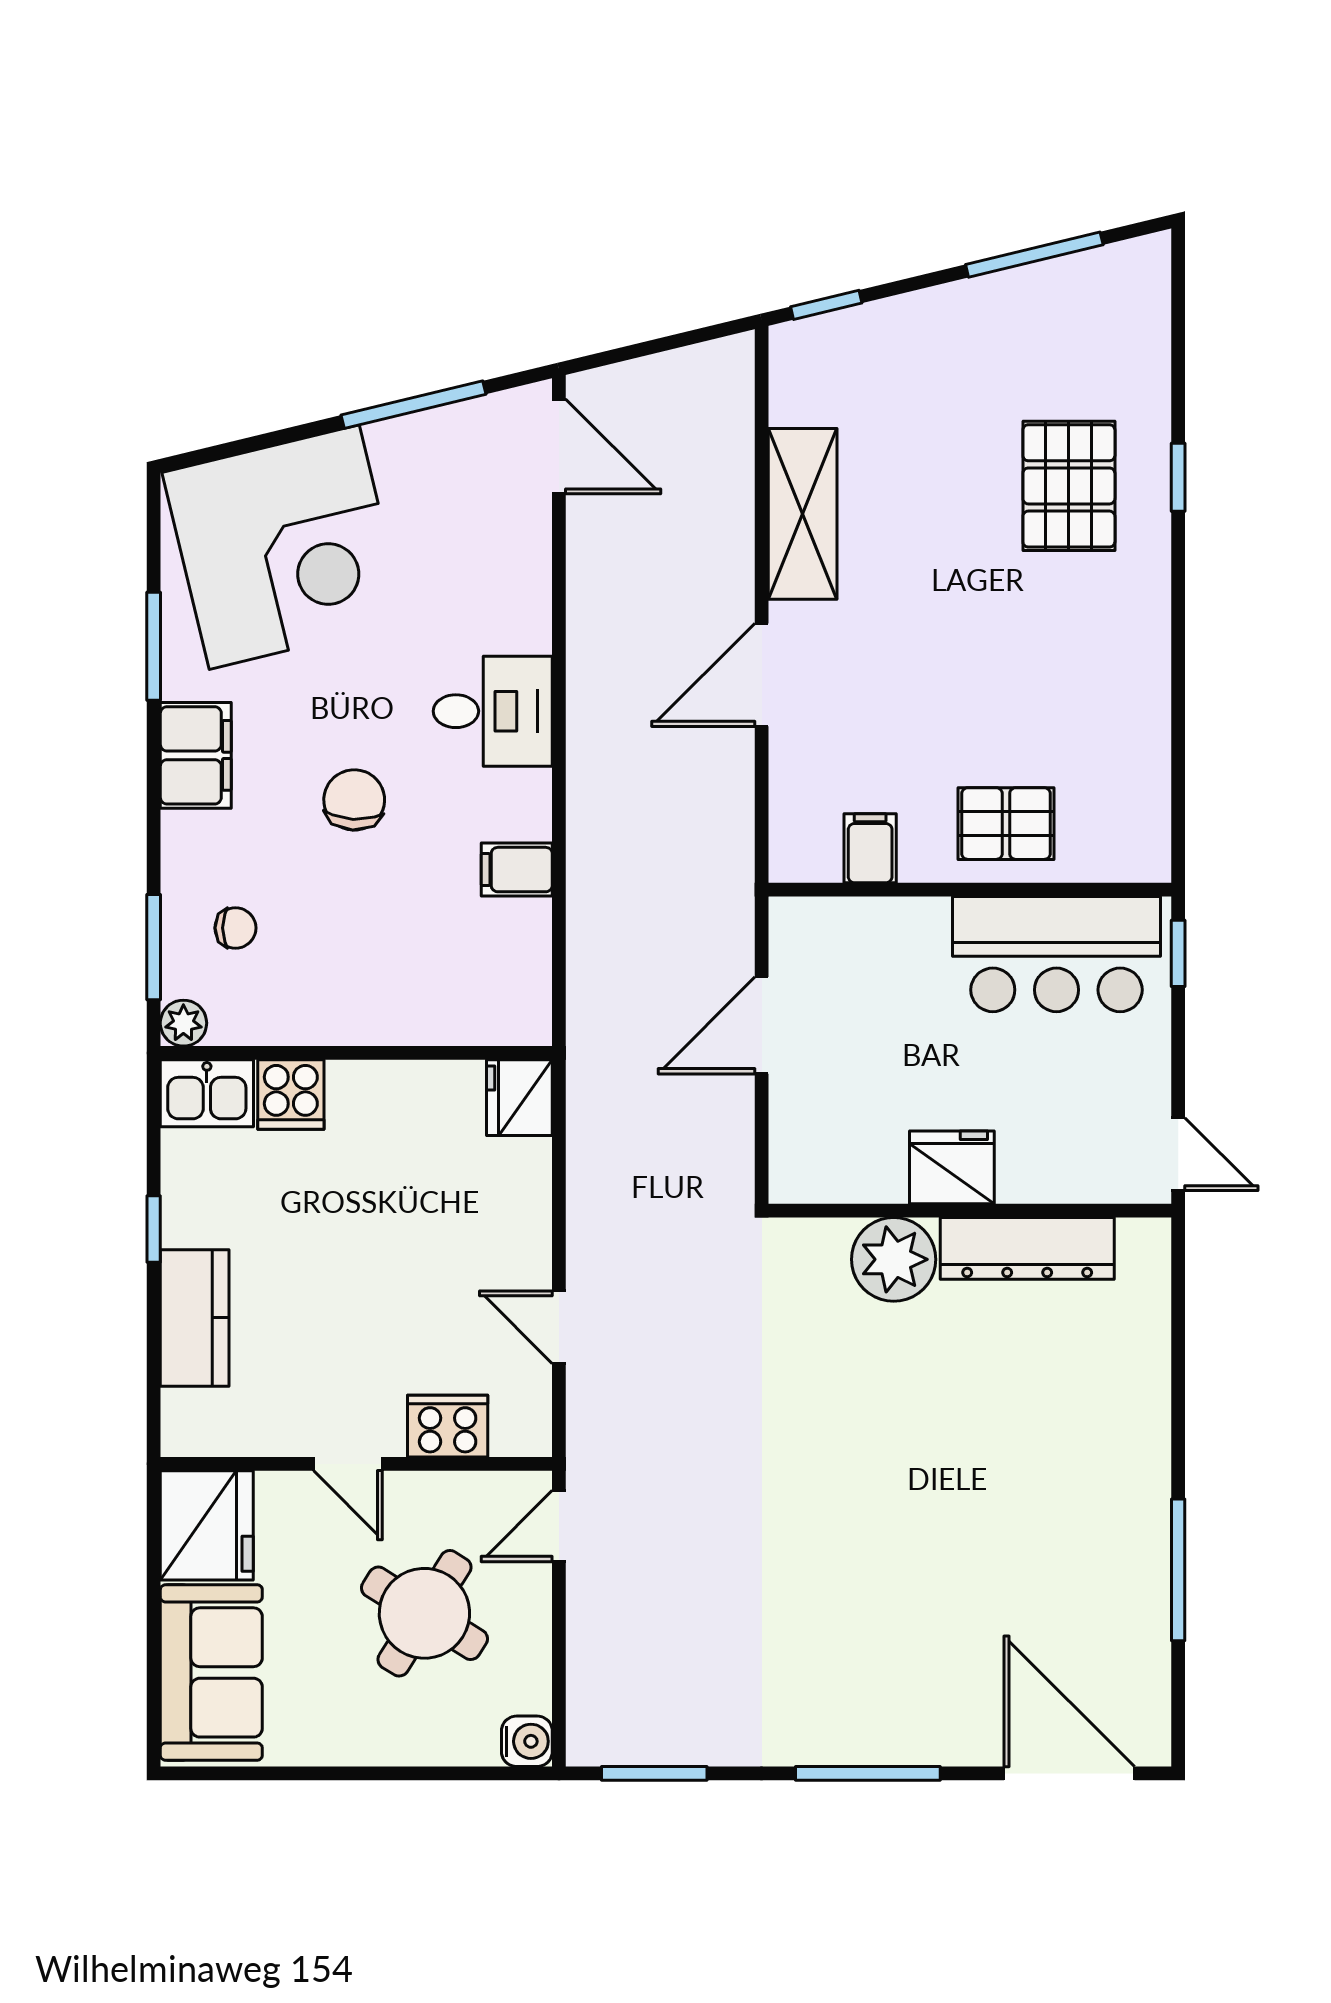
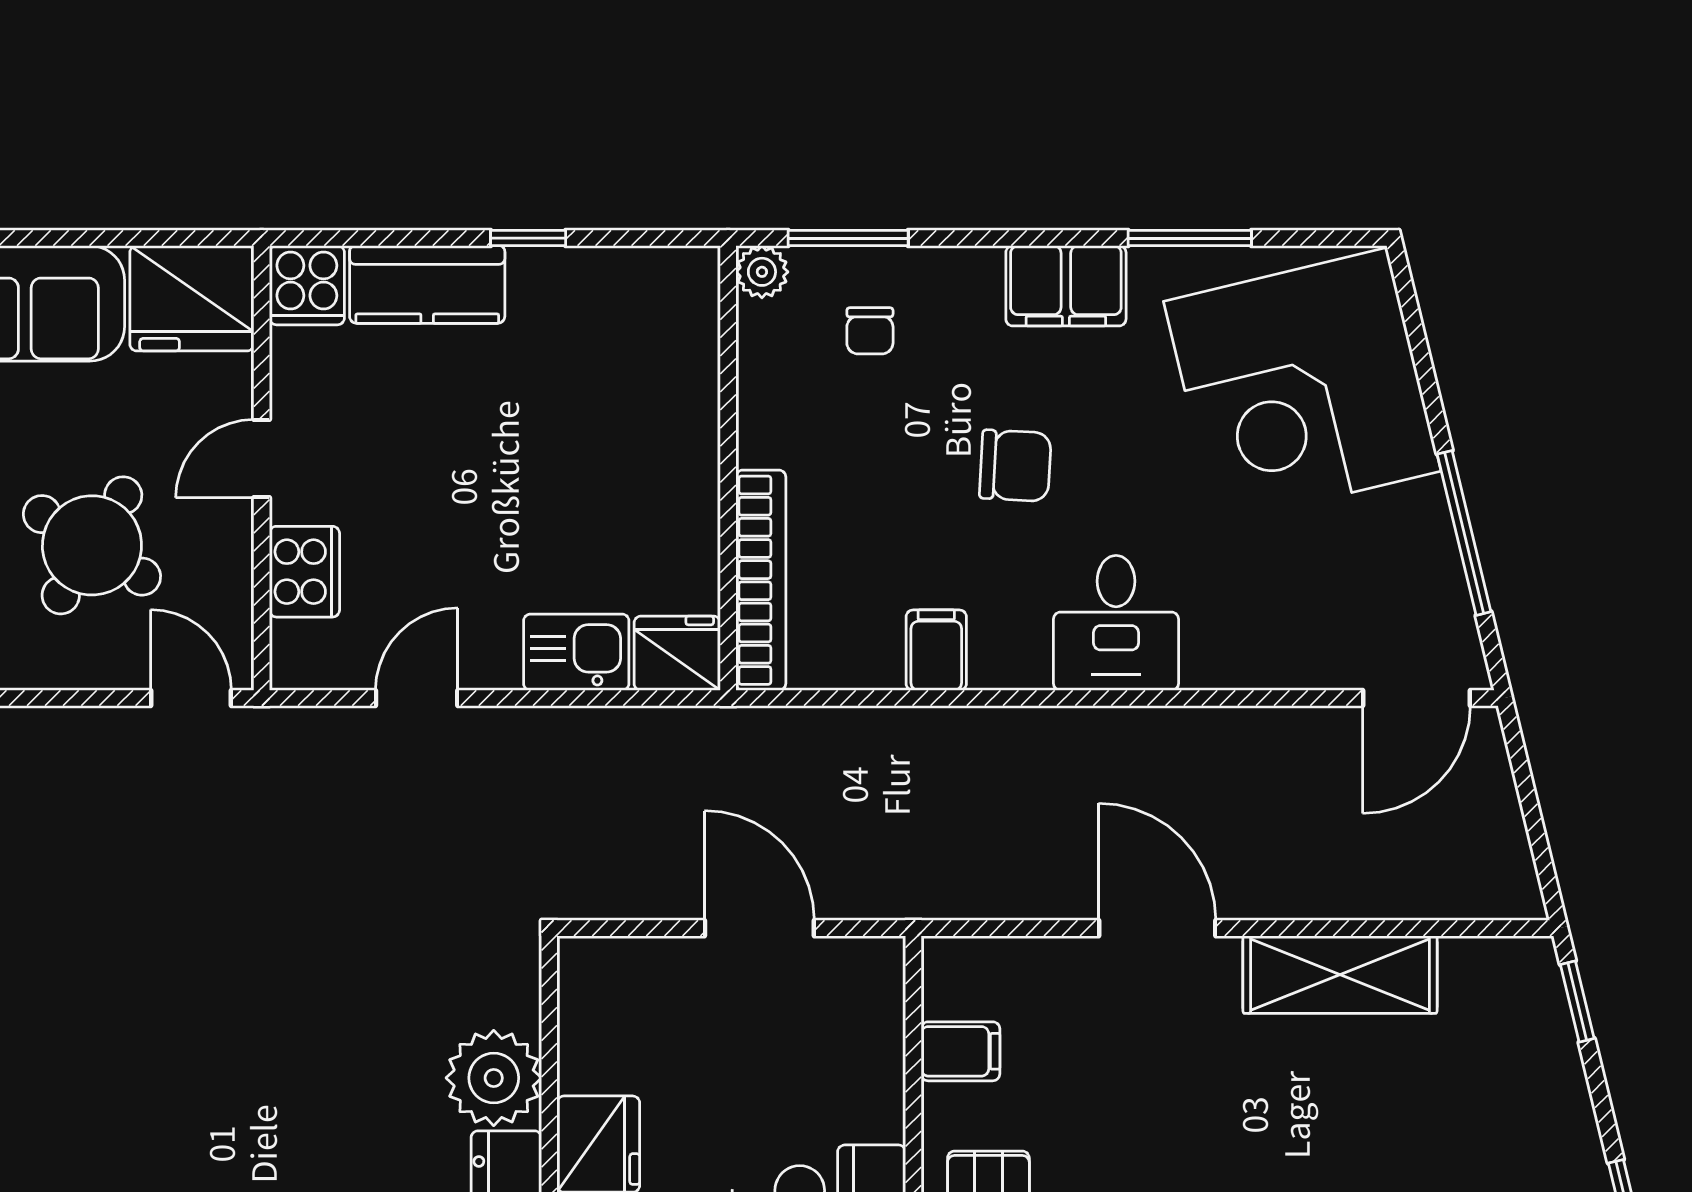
bookcase: (455, 1024) -> (761, 580), added
kitchen sink: (207, 1093) -> (576, 652), moved, turned 90
cooker: (291, 1095) -> (307, 285), moved, turned -90

